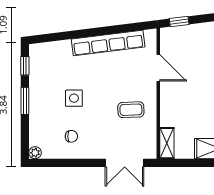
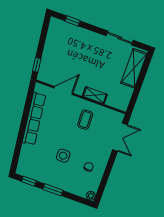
shelving: (167, 143) -> (95, 95), moved

